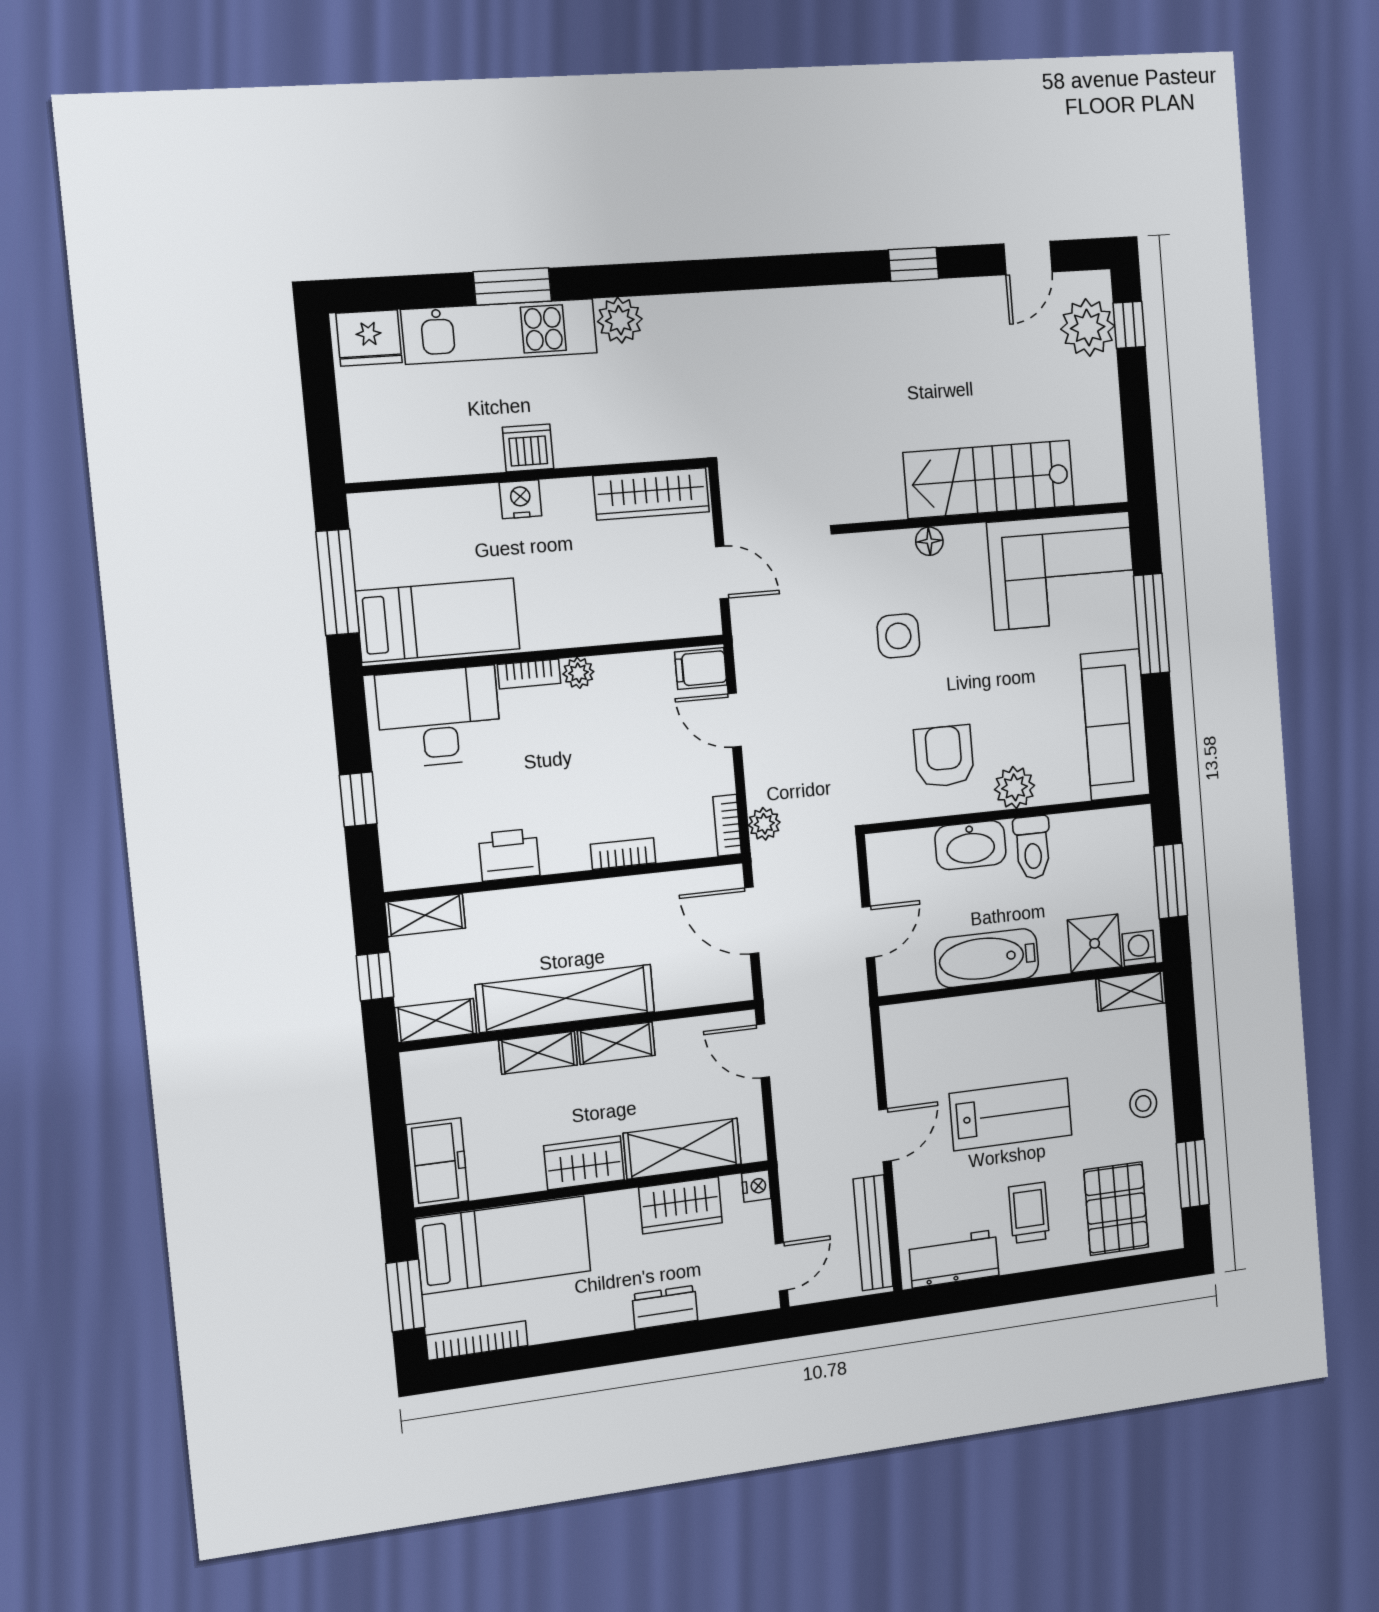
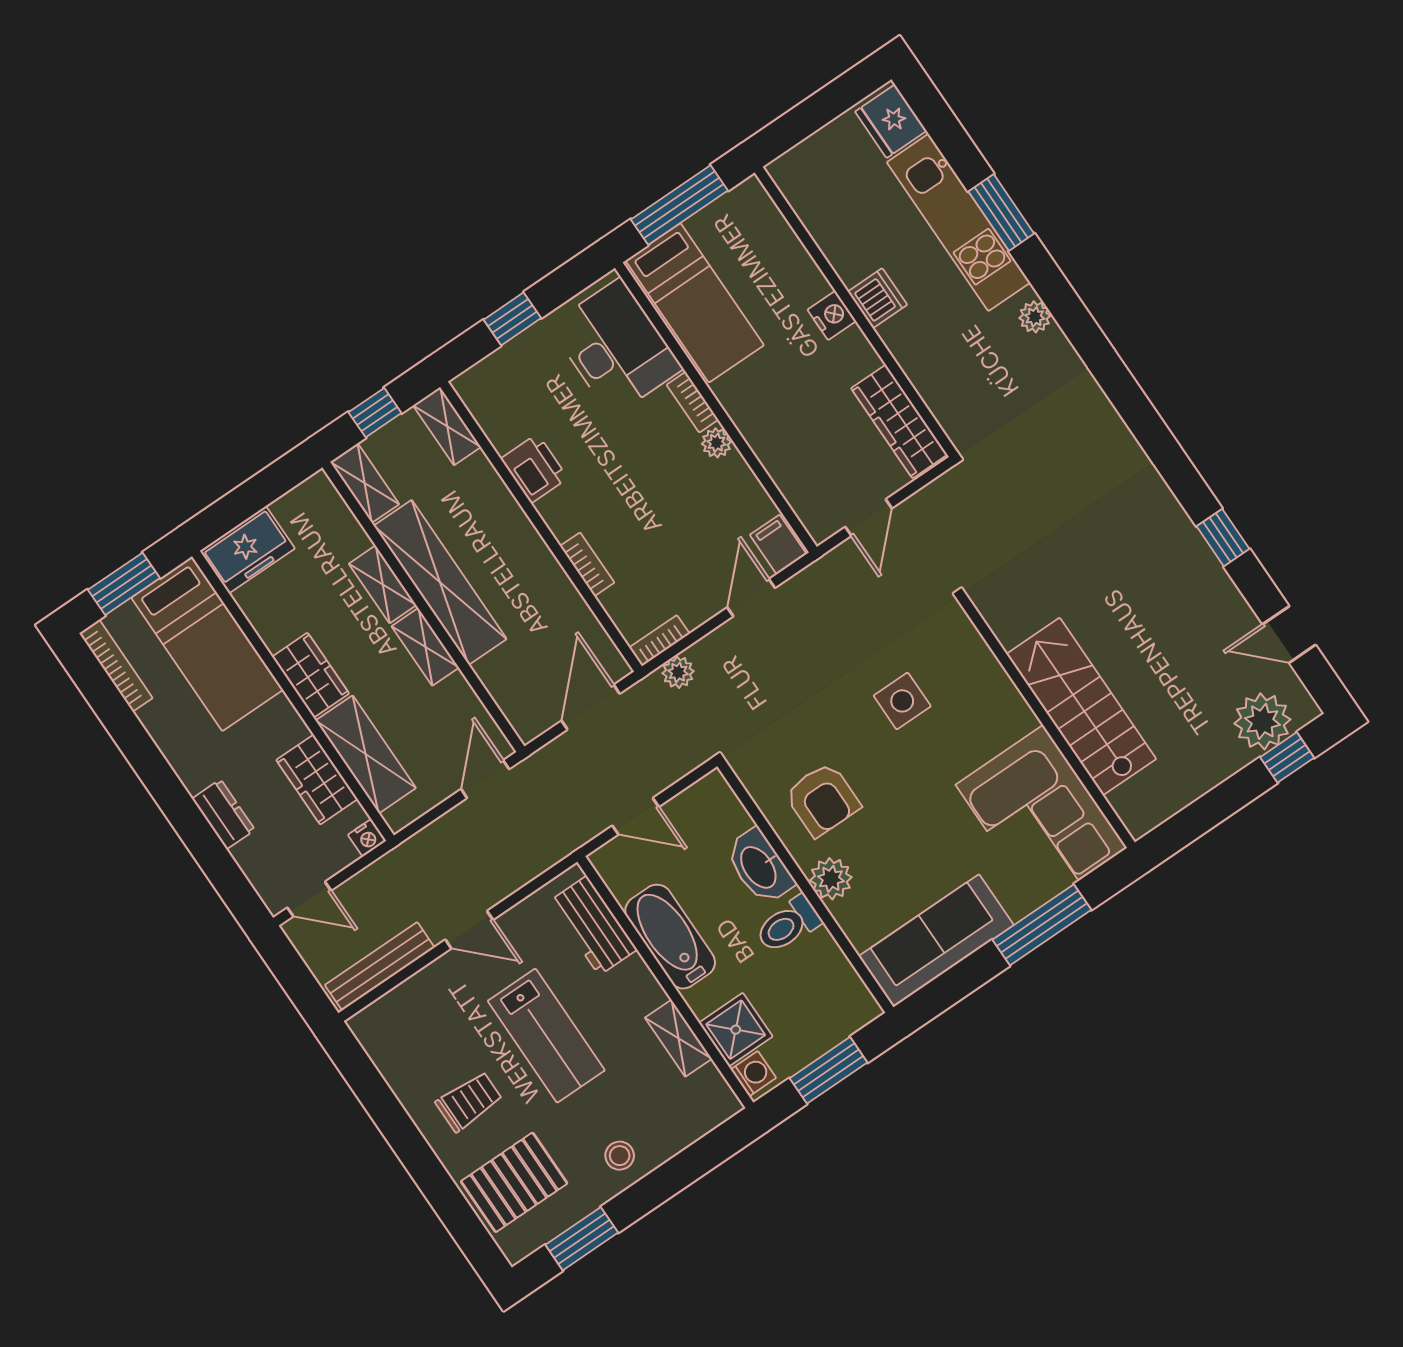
plant: (620, 320) -> (1035, 317), width x0.73, depth x0.73
floor lamp: (929, 541) -> (998, 683), removed
armchair: (944, 756) -> (822, 800), turned 90
shelving: (1131, 991) -> (678, 1038), moved
workbench: (954, 1259) -> (593, 926), moved, turned 180

